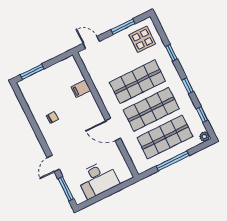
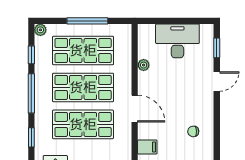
window: (188, 86) -> (31, 93), width x2.17
door: (113, 129) -> (135, 109), moved
plant: (114, 149) -> (144, 65), added
window: (66, 189) -> (217, 48), width x0.67

